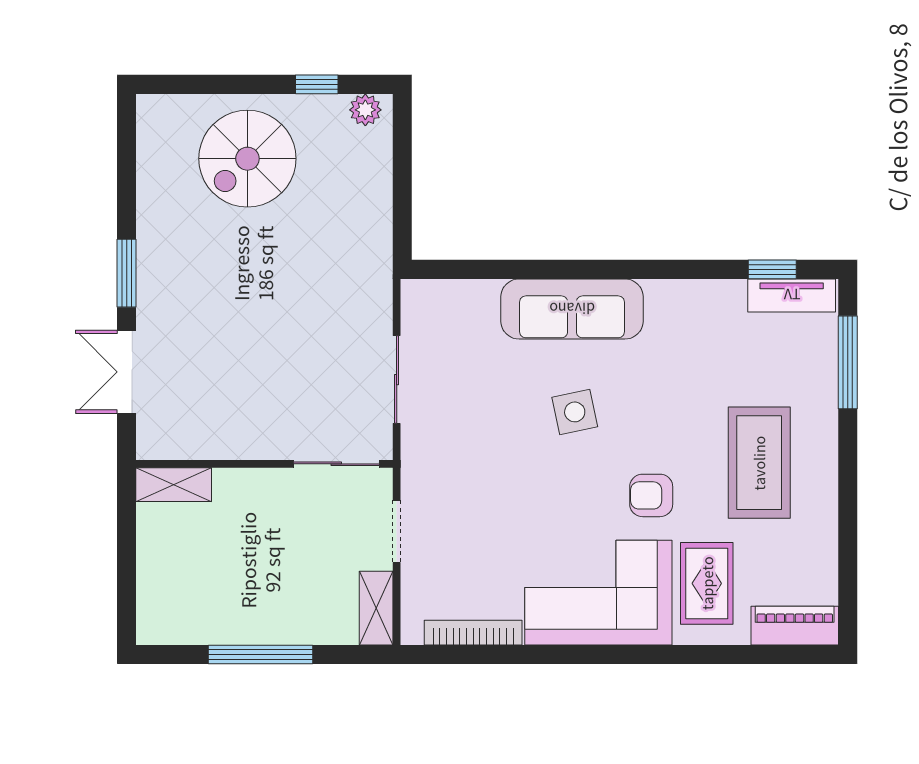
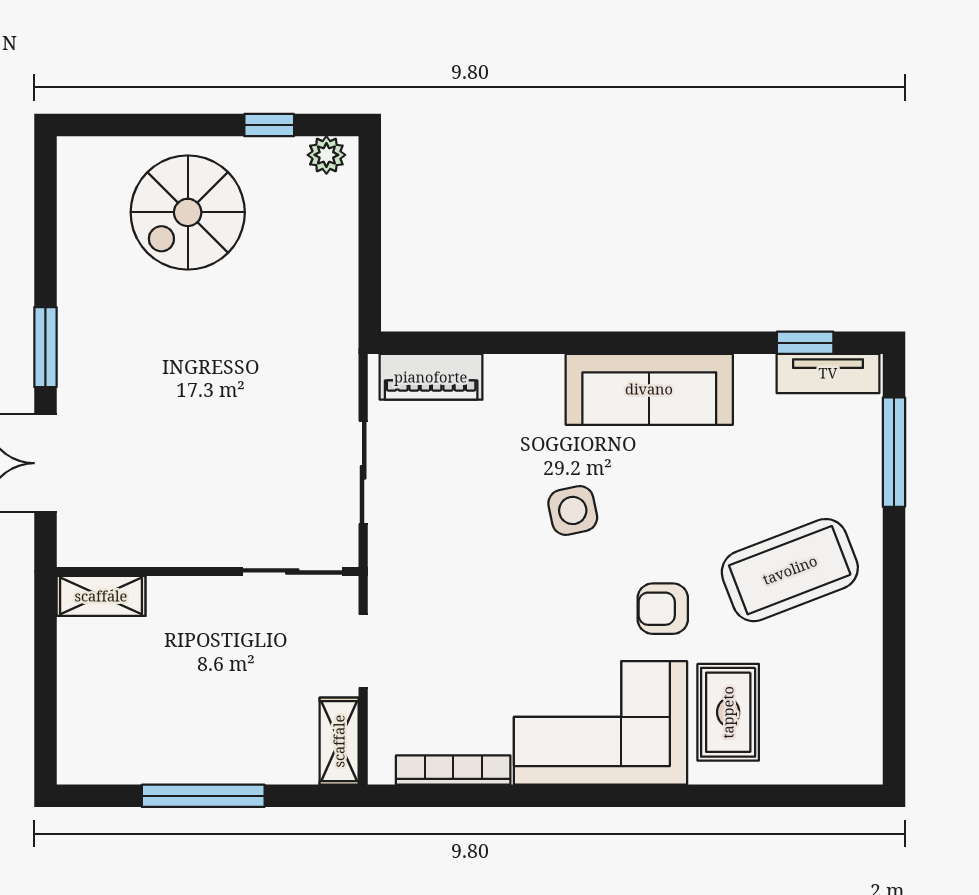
sofa: (572, 309) -> (649, 389), moved
coffee table: (759, 463) -> (790, 570), turned 69
piano: (795, 626) -> (431, 377), moved, turned 180

